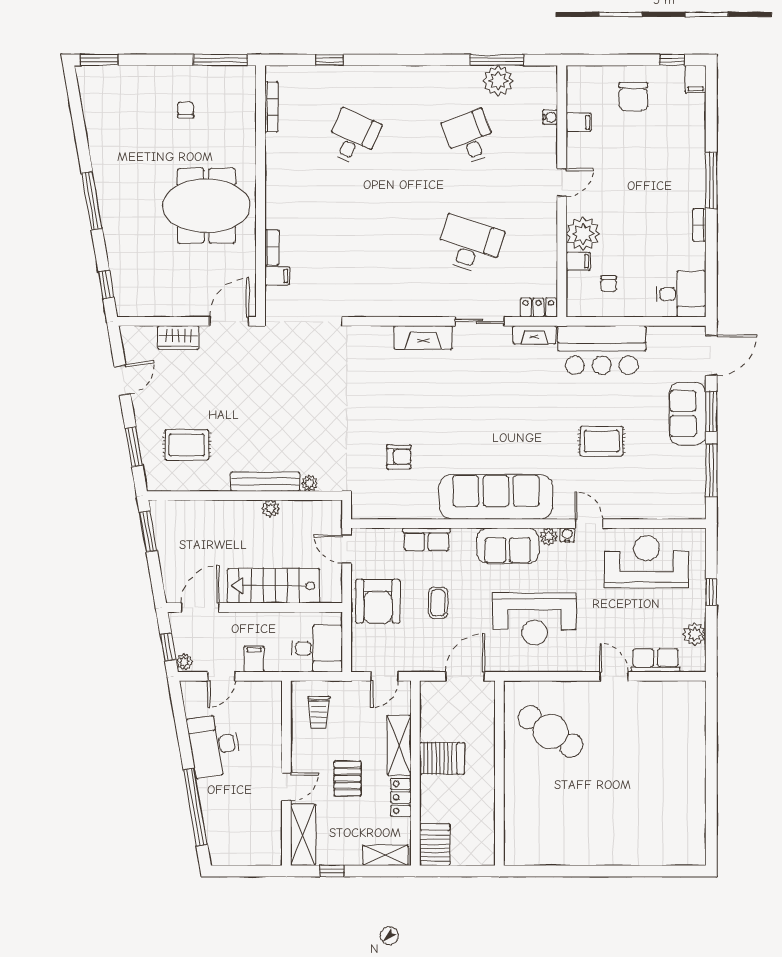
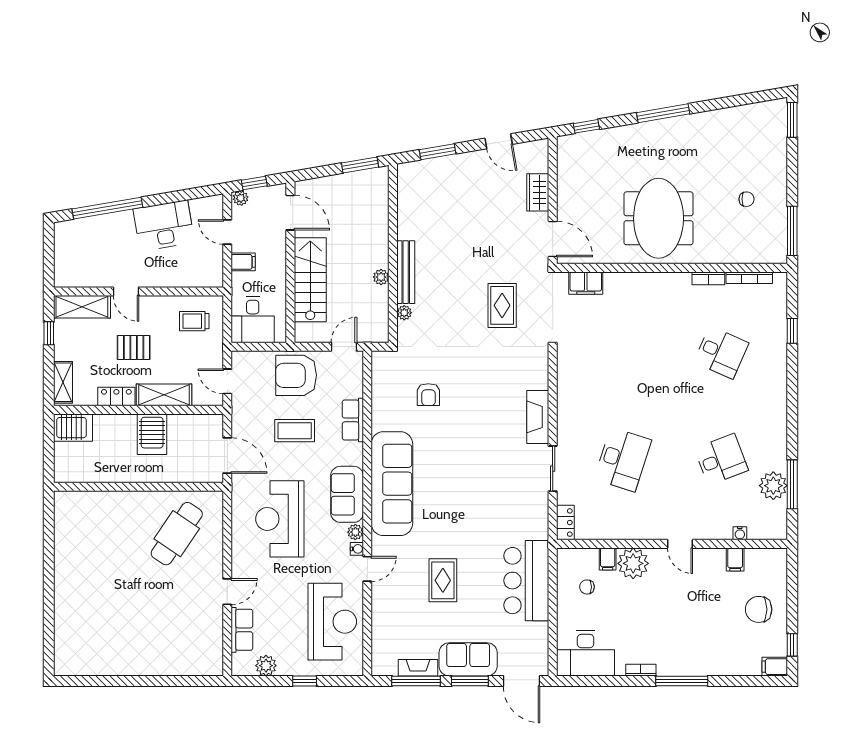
bookcase: (272, 247) -> (708, 278), moved
filing cabinet: (277, 276) -> (586, 283), width x2.00
desk: (681, 294) -> (586, 653), width x1.37
fireplace: (535, 335) -> (418, 668), moved, turned 90
rug: (187, 445) -> (502, 305), moved
coffee table: (438, 603) -> (295, 431), width x1.36, depth x1.30

